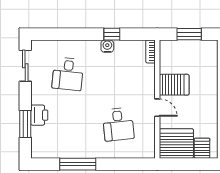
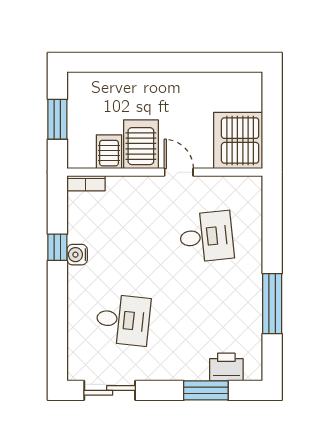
door: (157, 108) -> (179, 172), hinge flipped
printer: (39, 115) -> (226, 367), moved
server rack: (202, 148) -> (109, 152), moved, turned 90

